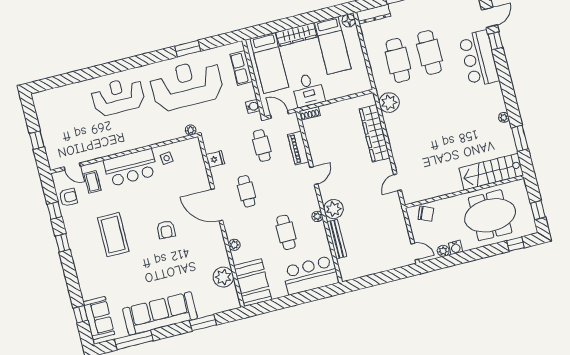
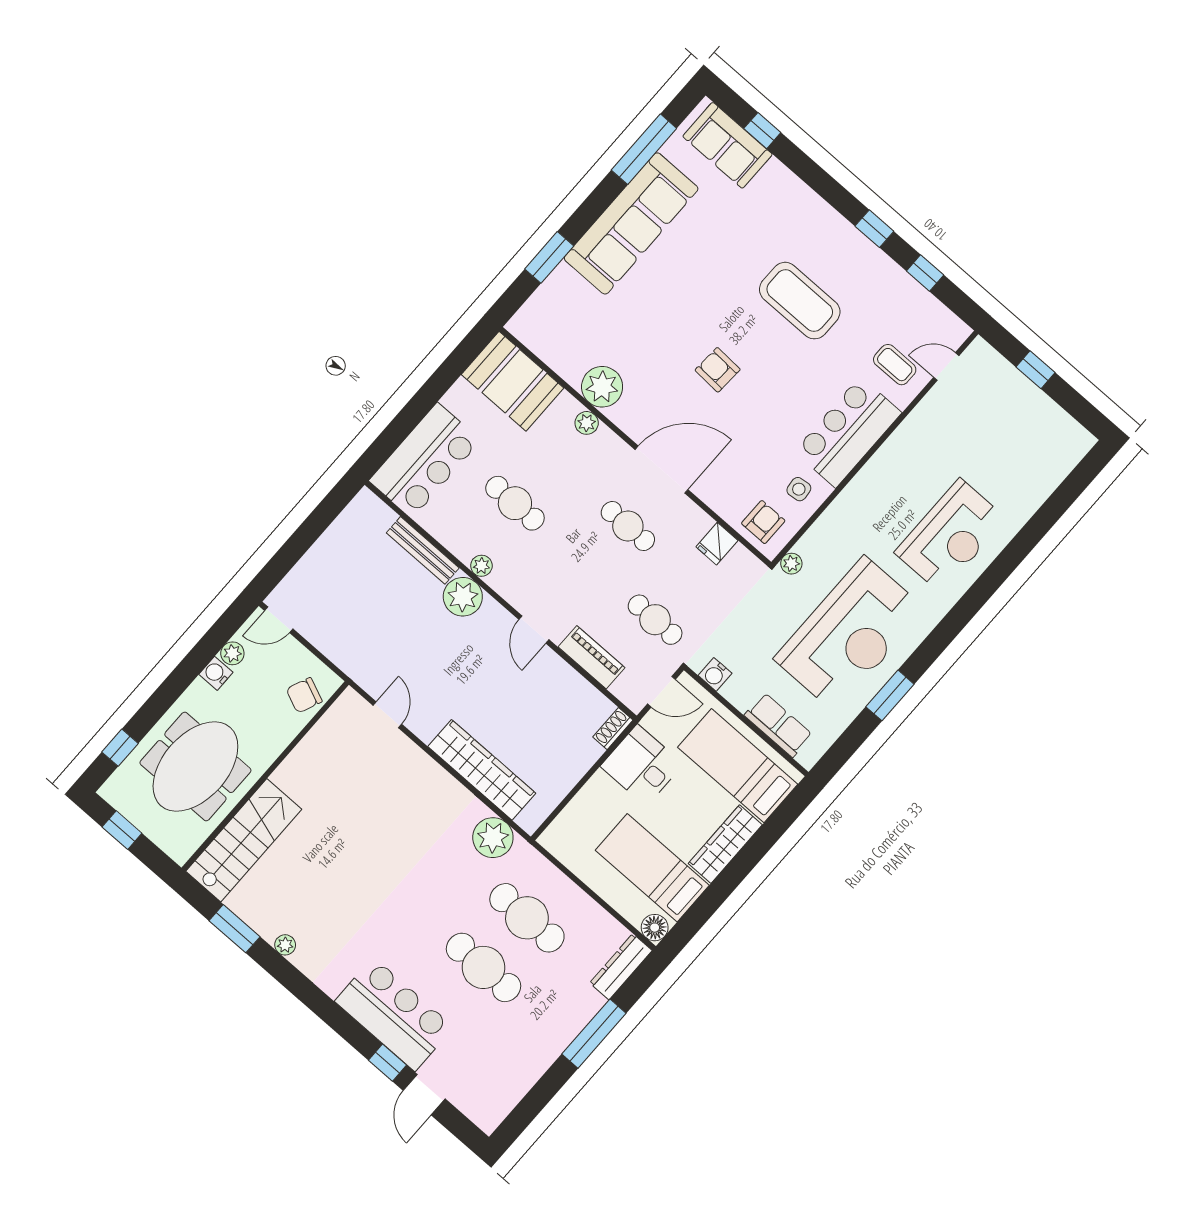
armchair: (68, 197) -> (763, 522), moved, turned 180
plant: (223, 277) -> (602, 387), moved

